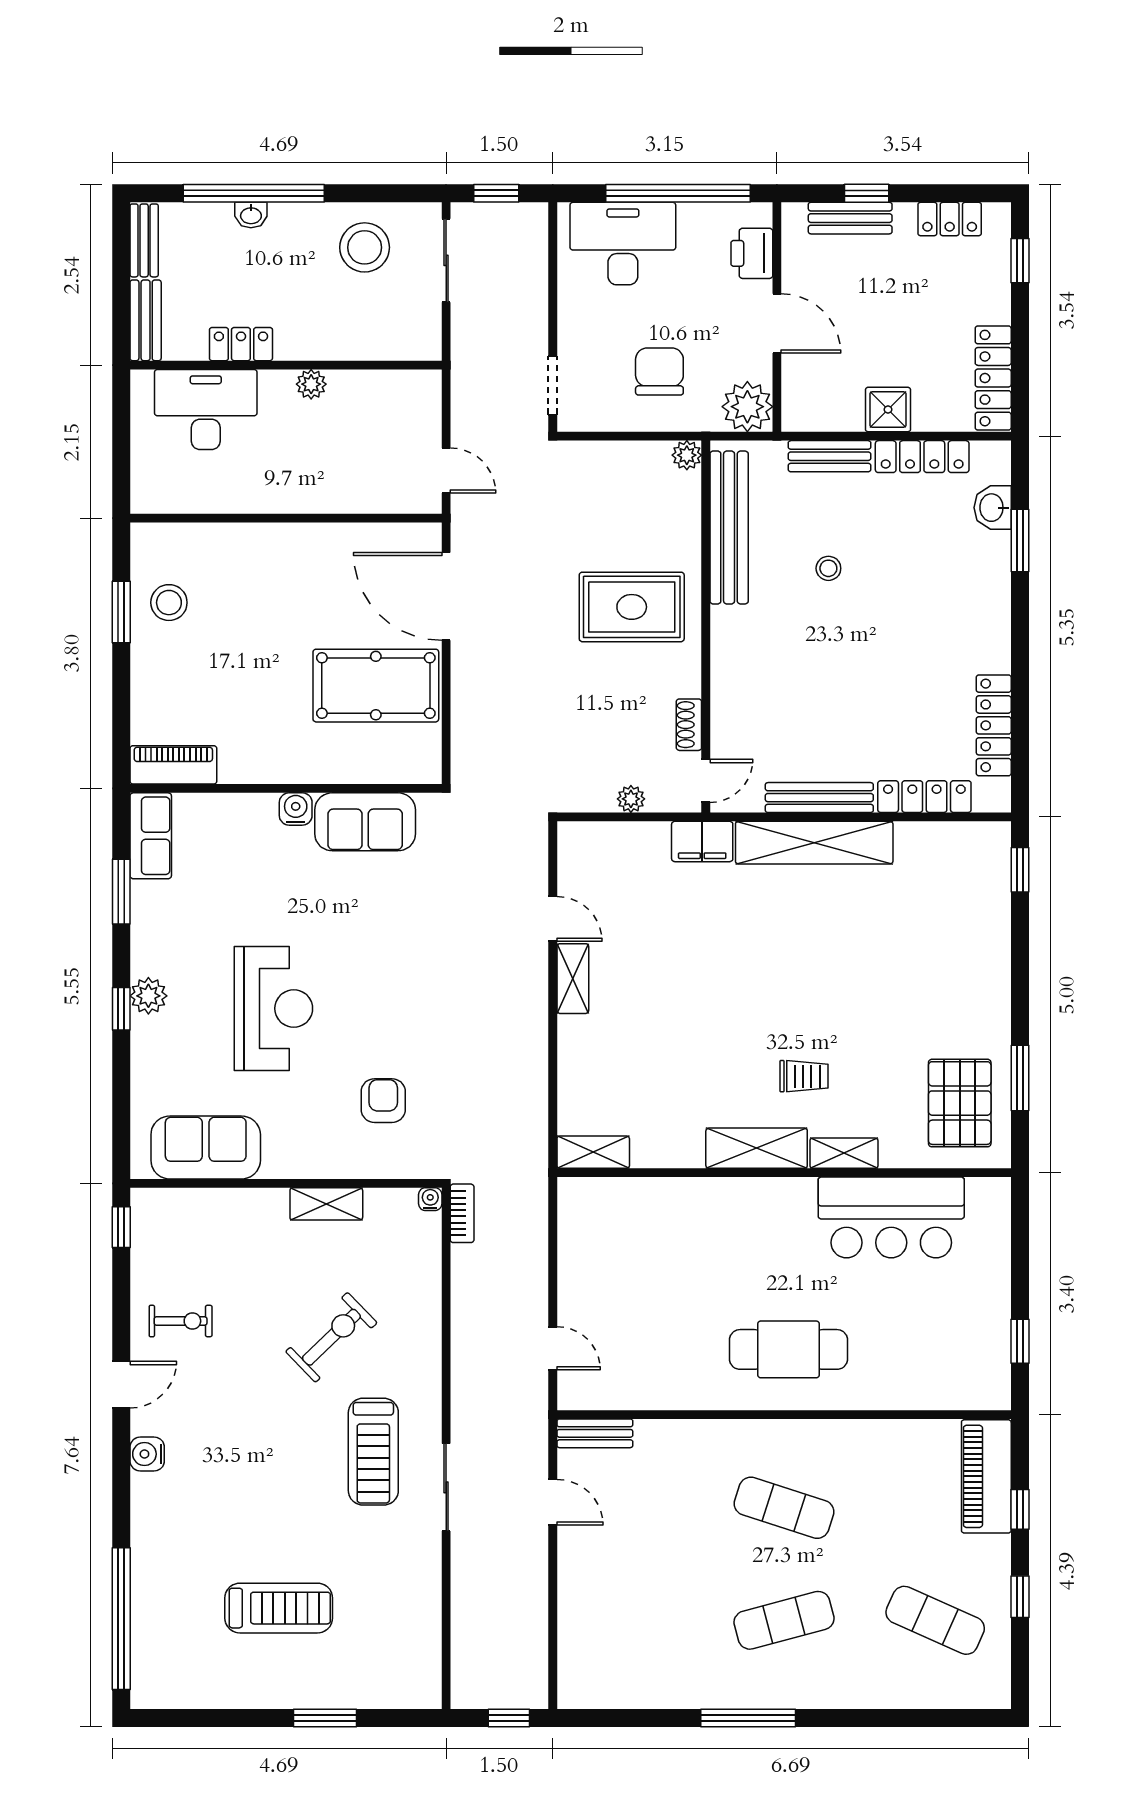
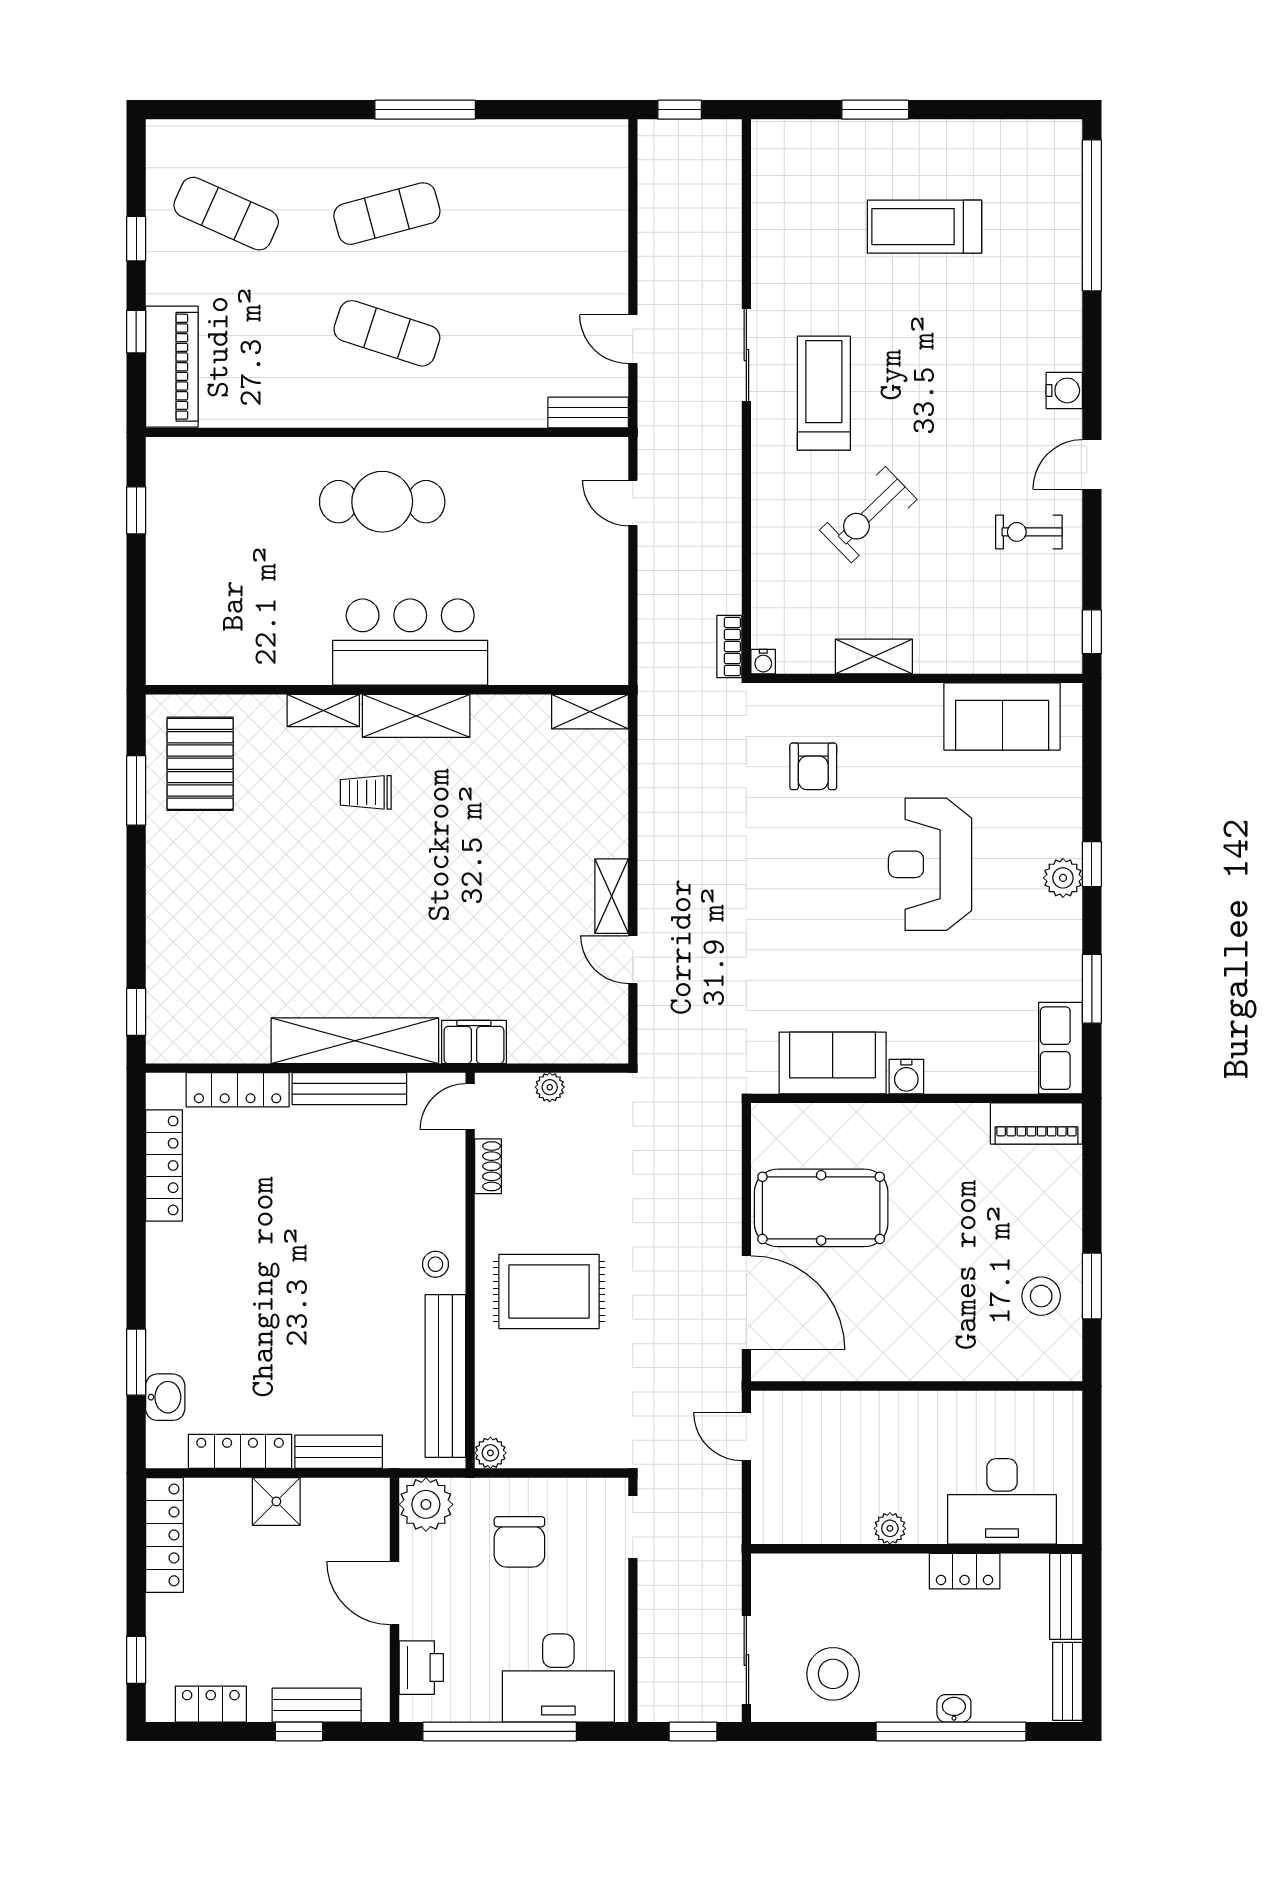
stool: (828, 568) -> (435, 1264), moved
bar counter: (891, 1217) -> (410, 642), moved

